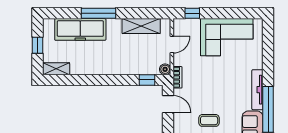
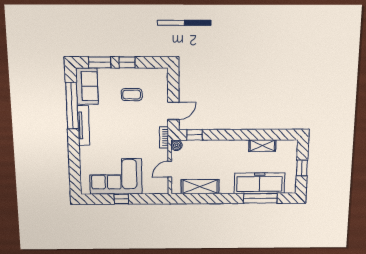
window: (98, 13) -> (260, 198), moved
window: (192, 13) -> (121, 199), moved
shelving: (56, 69) -> (262, 146), moved
door: (168, 104) -> (173, 111), swing flipped

